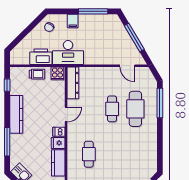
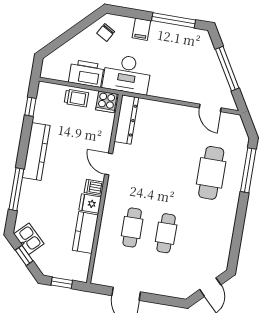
cafe table: (112, 109) -> (166, 233), moved
door: (66, 115) -> (109, 164), swing flipped

